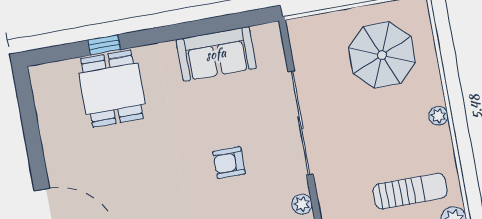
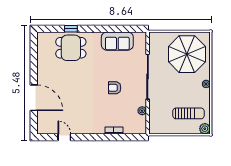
parasol: (382, 55) -> (187, 54), width x1.36, depth x1.36
dining table: (112, 89) -> (71, 48), turned 90

